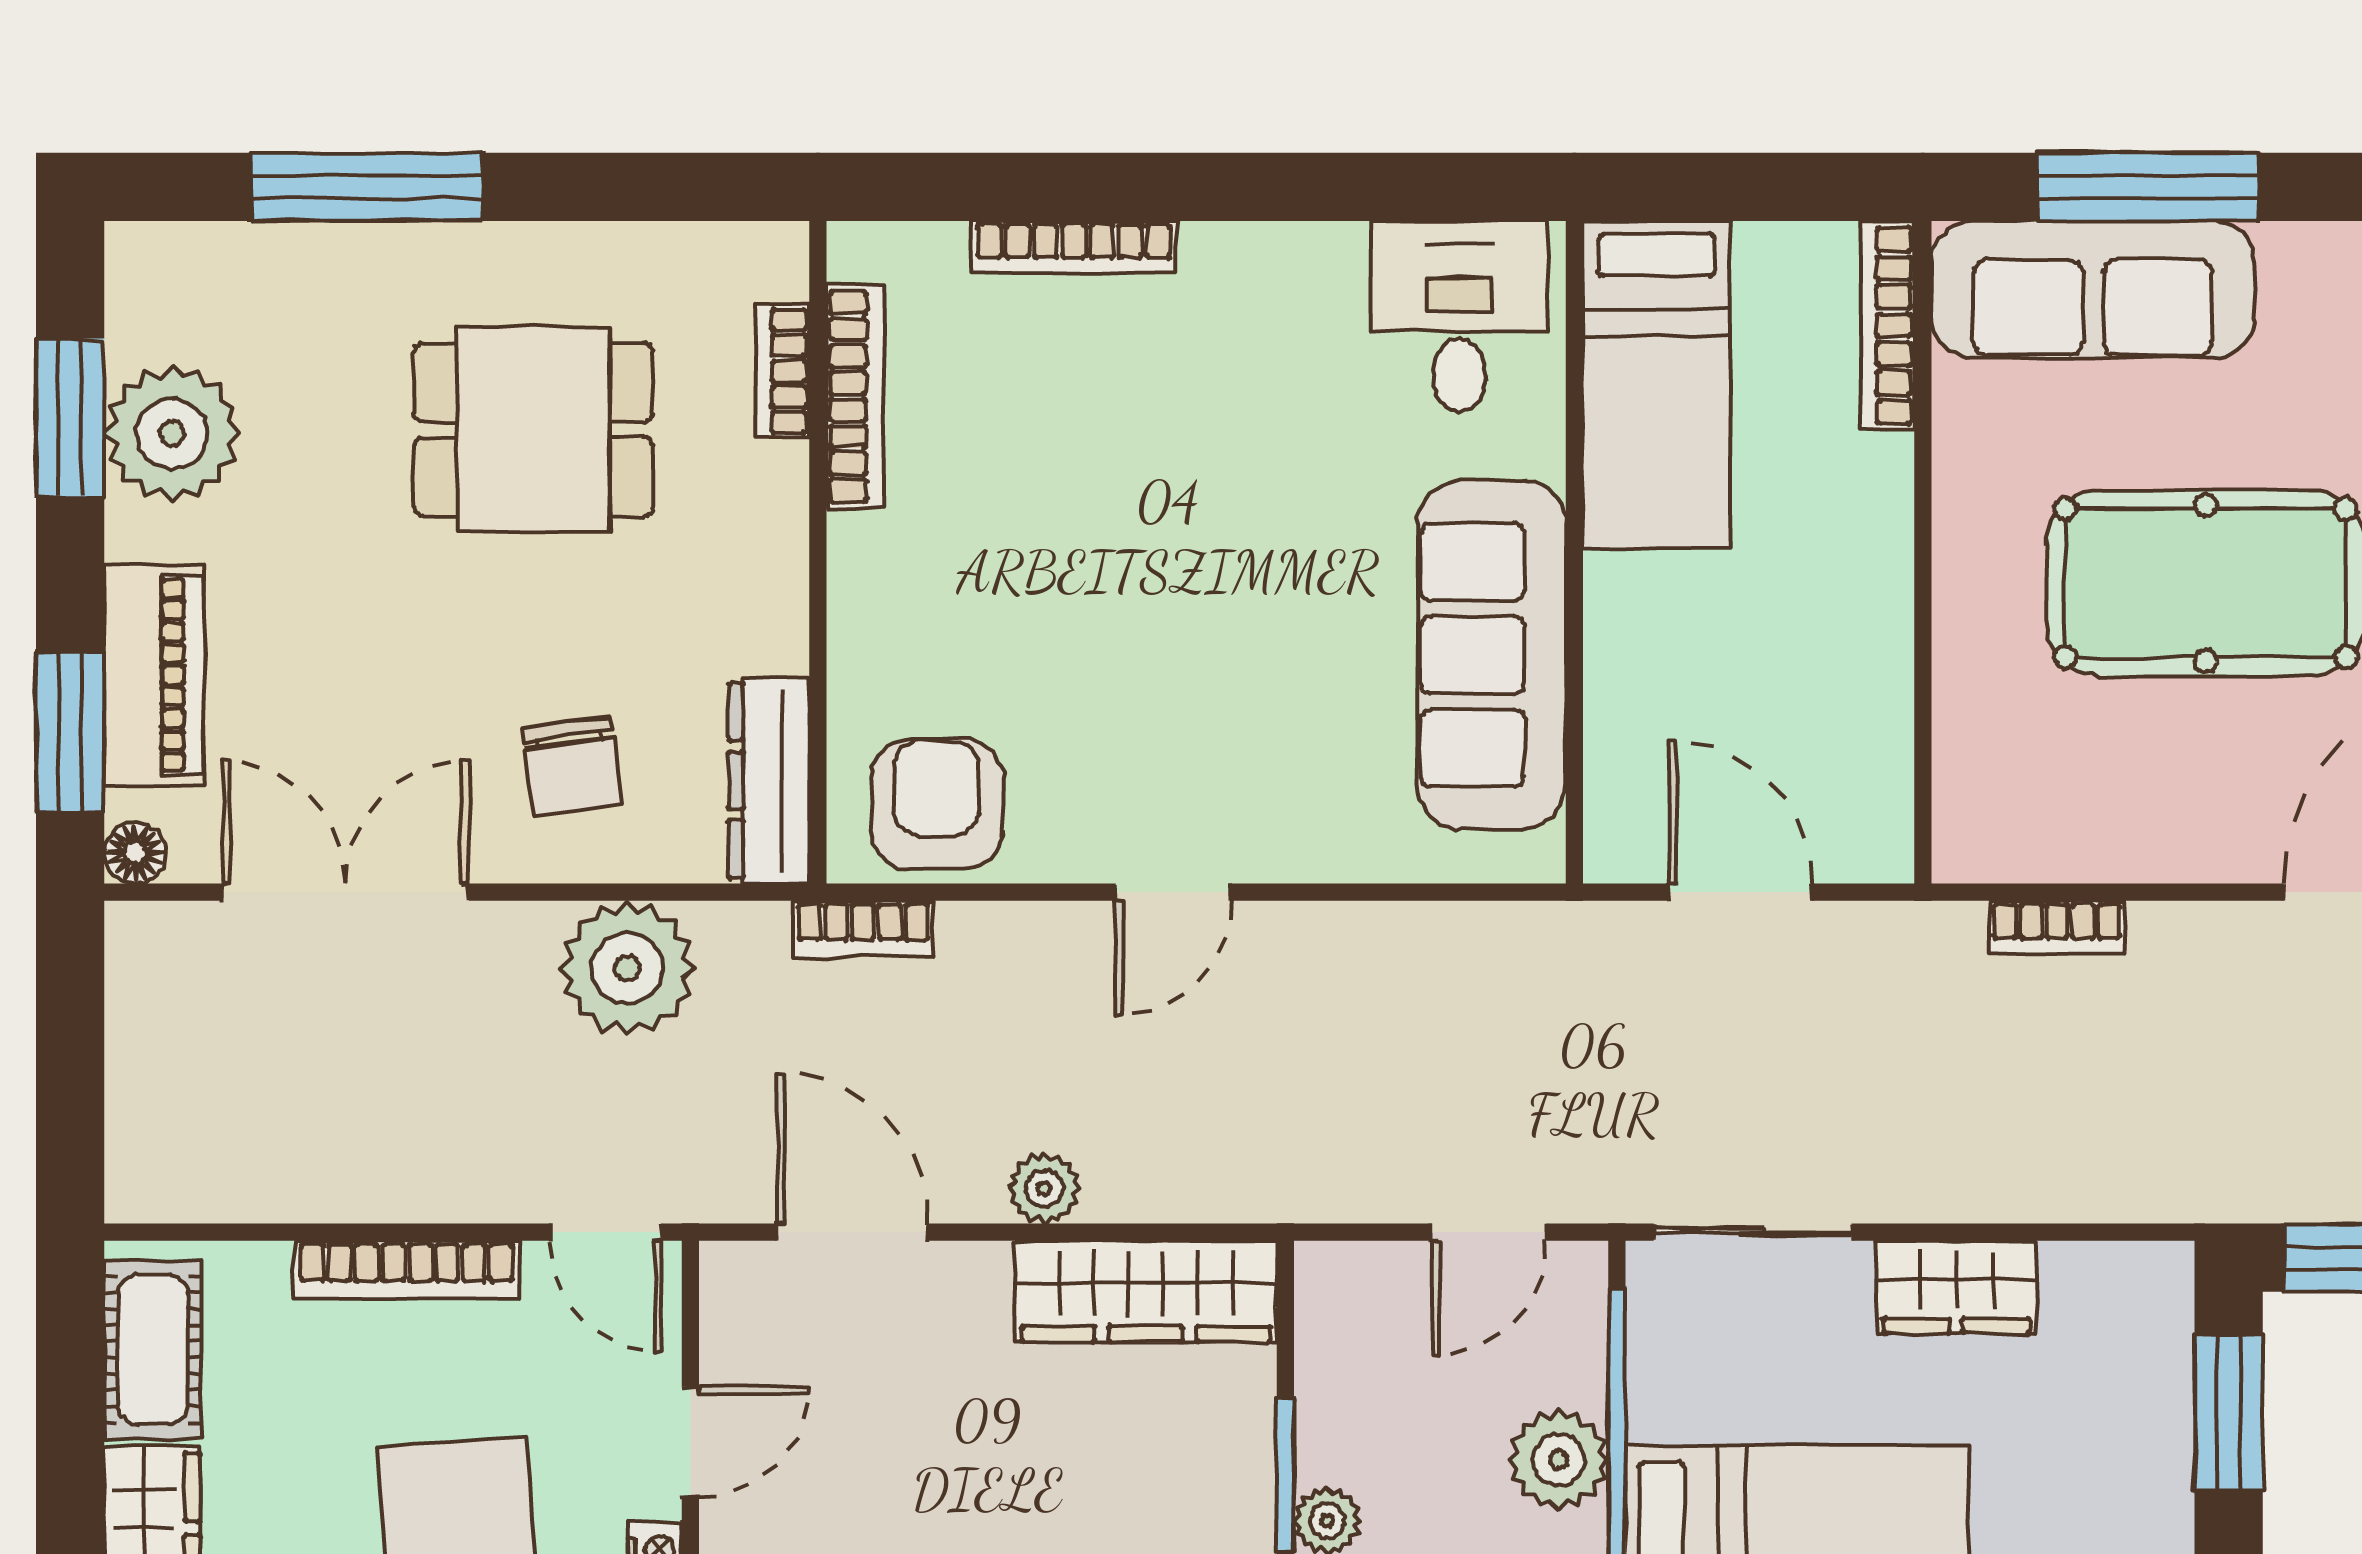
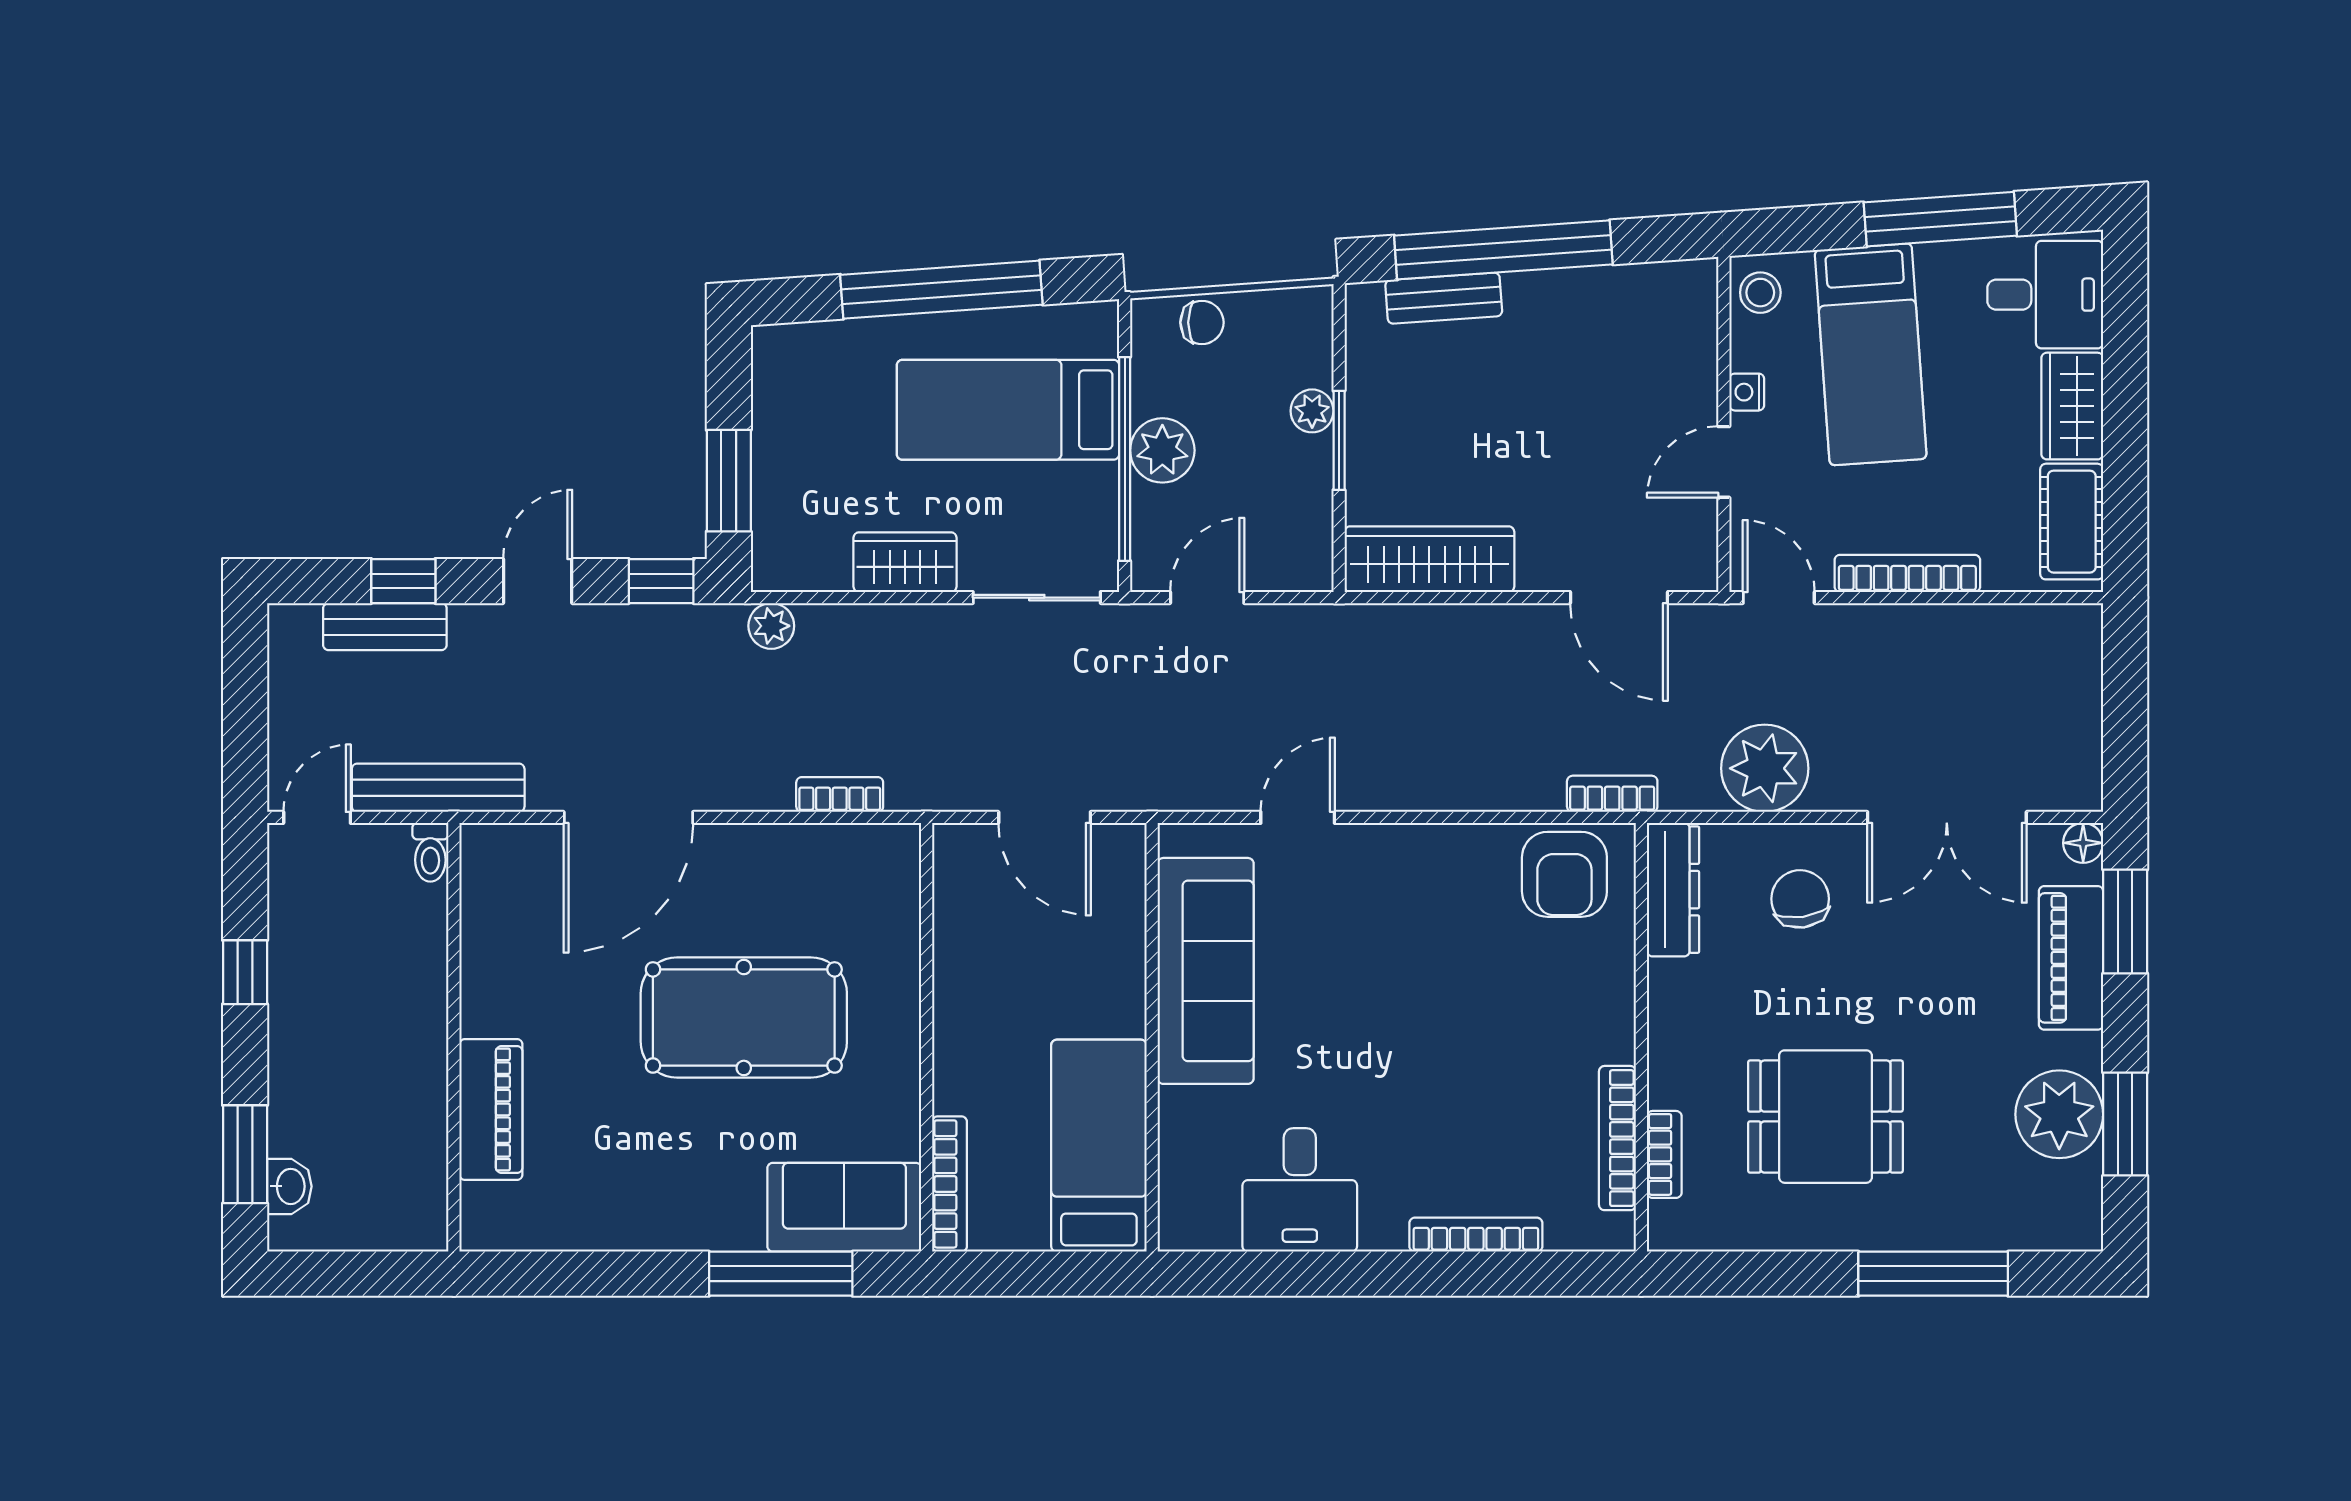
sofa: (2093, 290) -> (844, 1207), width x0.73
desk: (1459, 316) -> (1300, 1190), moved
door: (1173, 892) -> (1298, 817), moved
plant: (1044, 1188) -> (771, 626), moved

